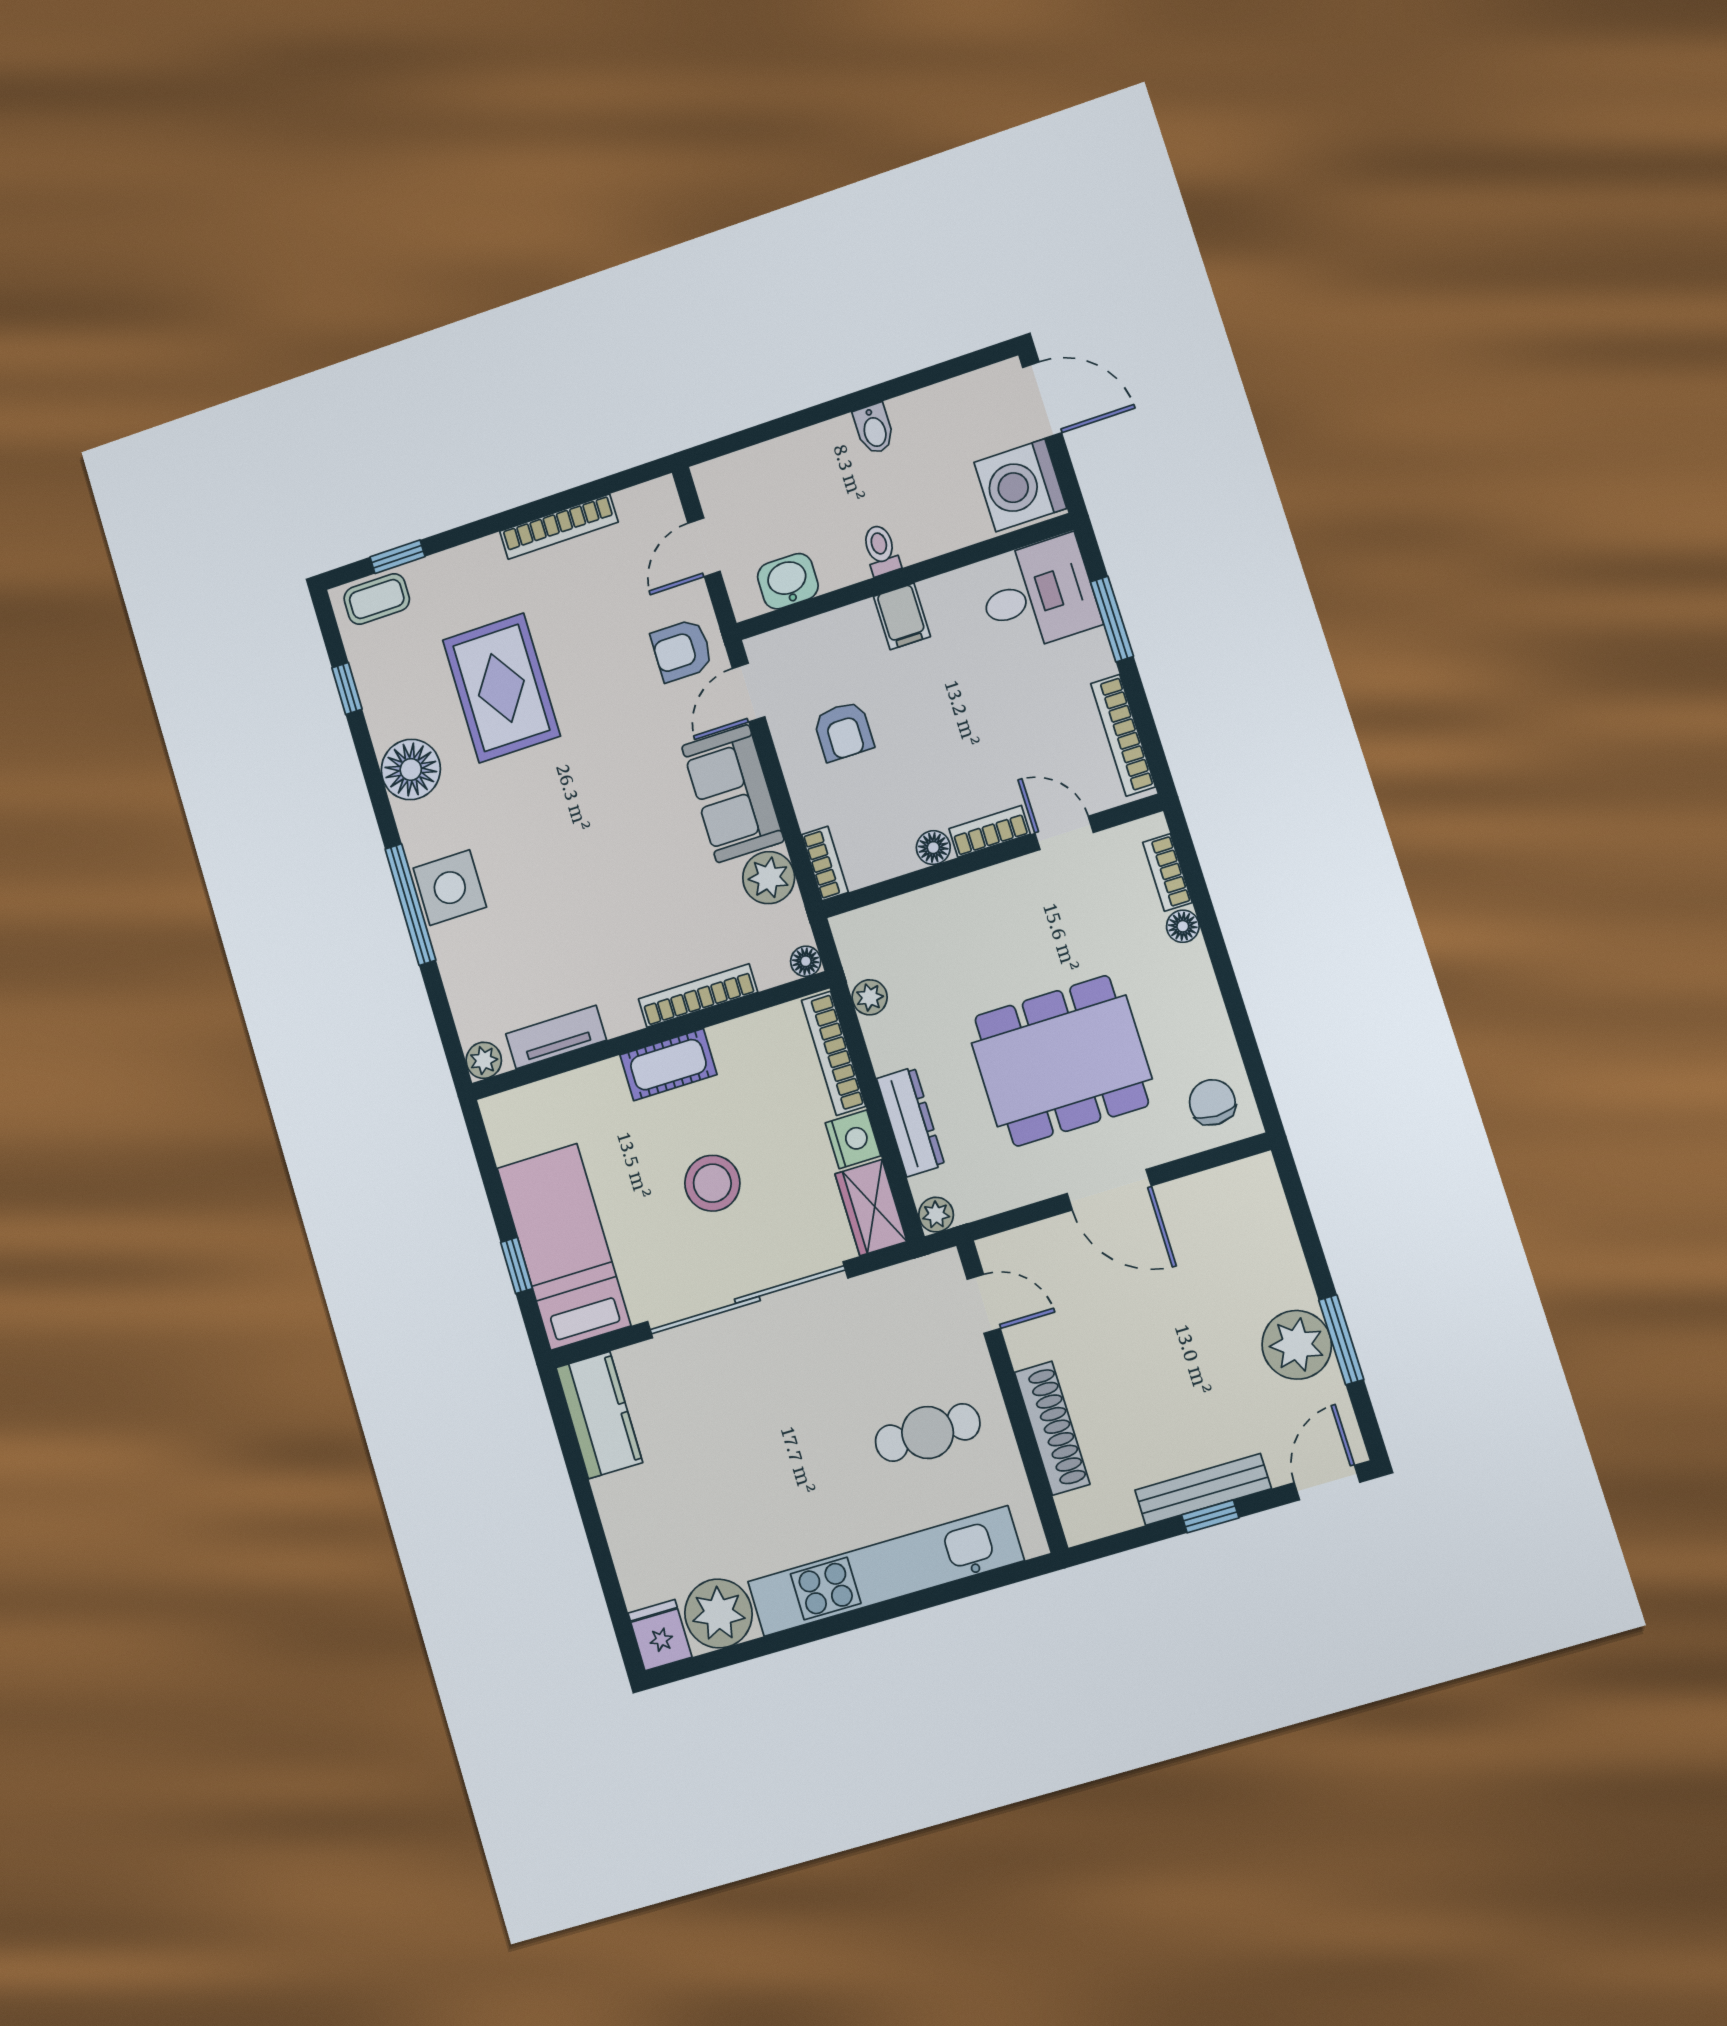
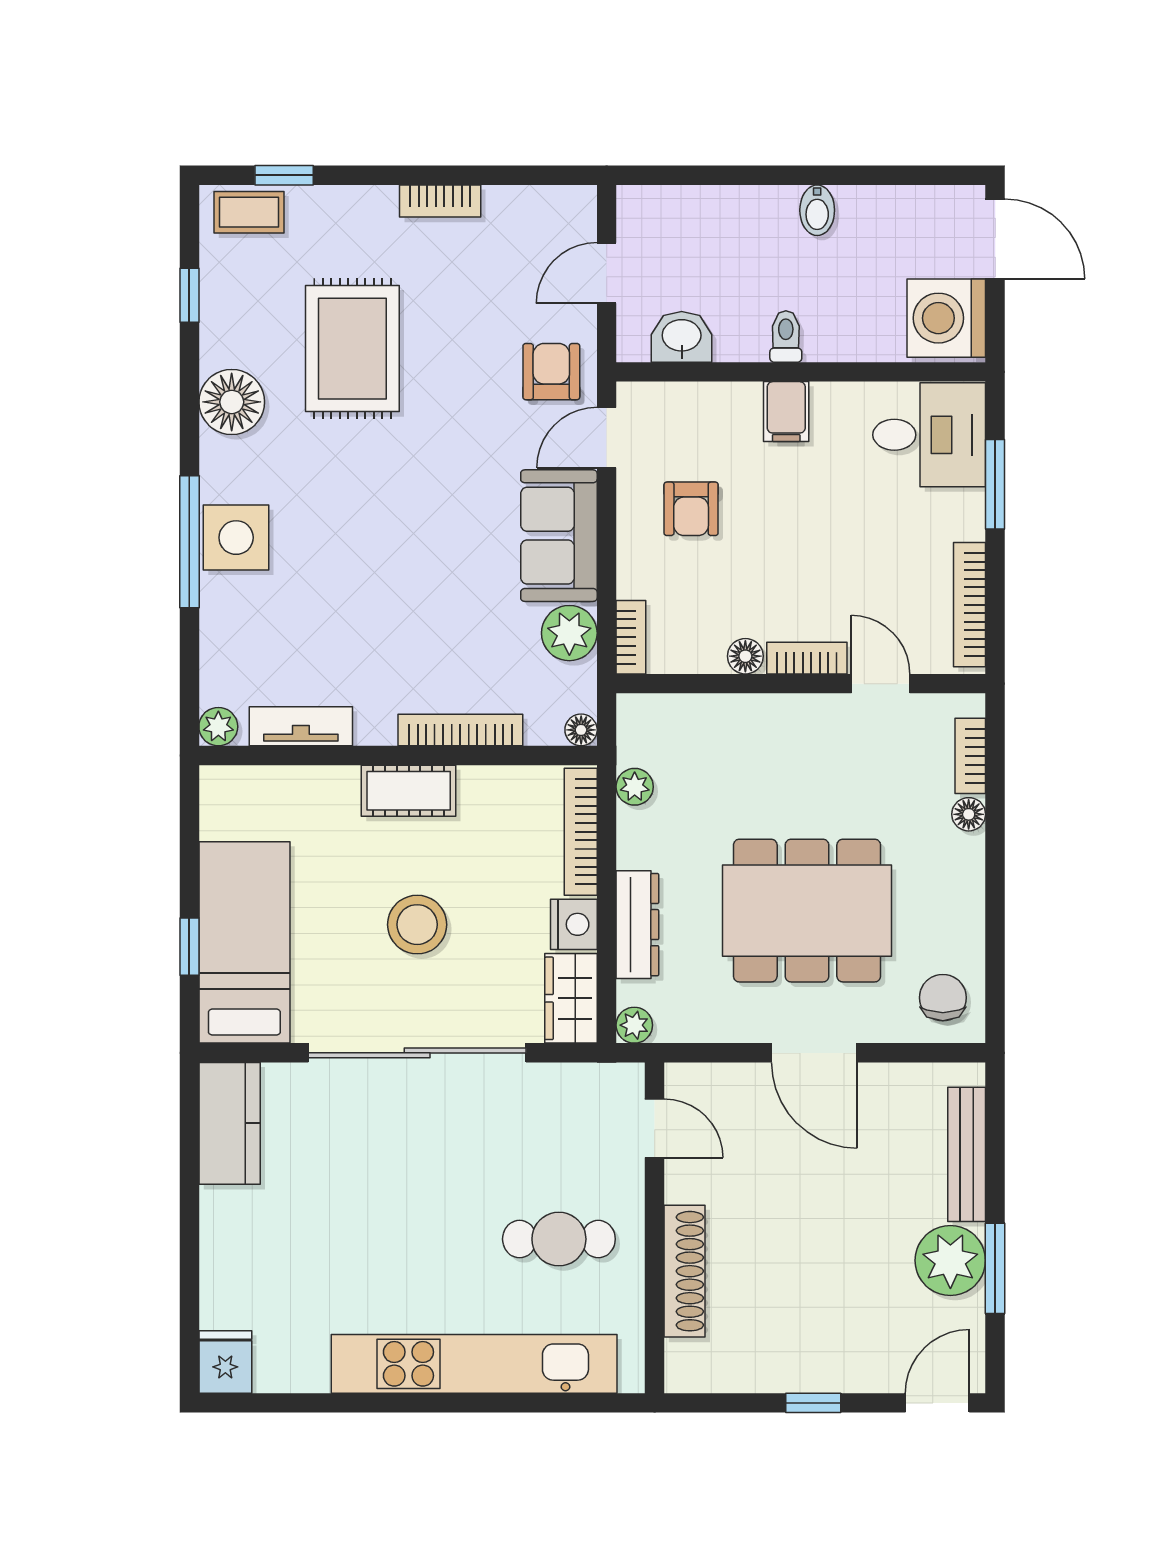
bookcase: (559, 527) -> (440, 201), width x0.64
armchair: (682, 650) -> (551, 372), turned 90
bench: (1203, 1489) -> (967, 1154), moved, turned 90
plant: (719, 1614) -> (292, 1358), removed

